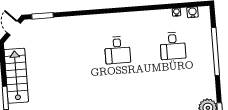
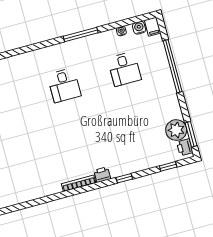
window: (140, 8) -> (81, 35), added
filing cabinet: (205, 14) -> (153, 27), added

